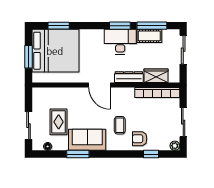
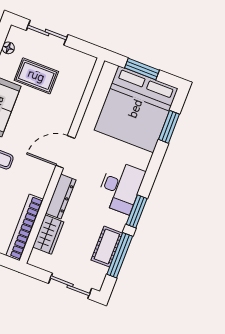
desk: (120, 42) -> (121, 187), moved

